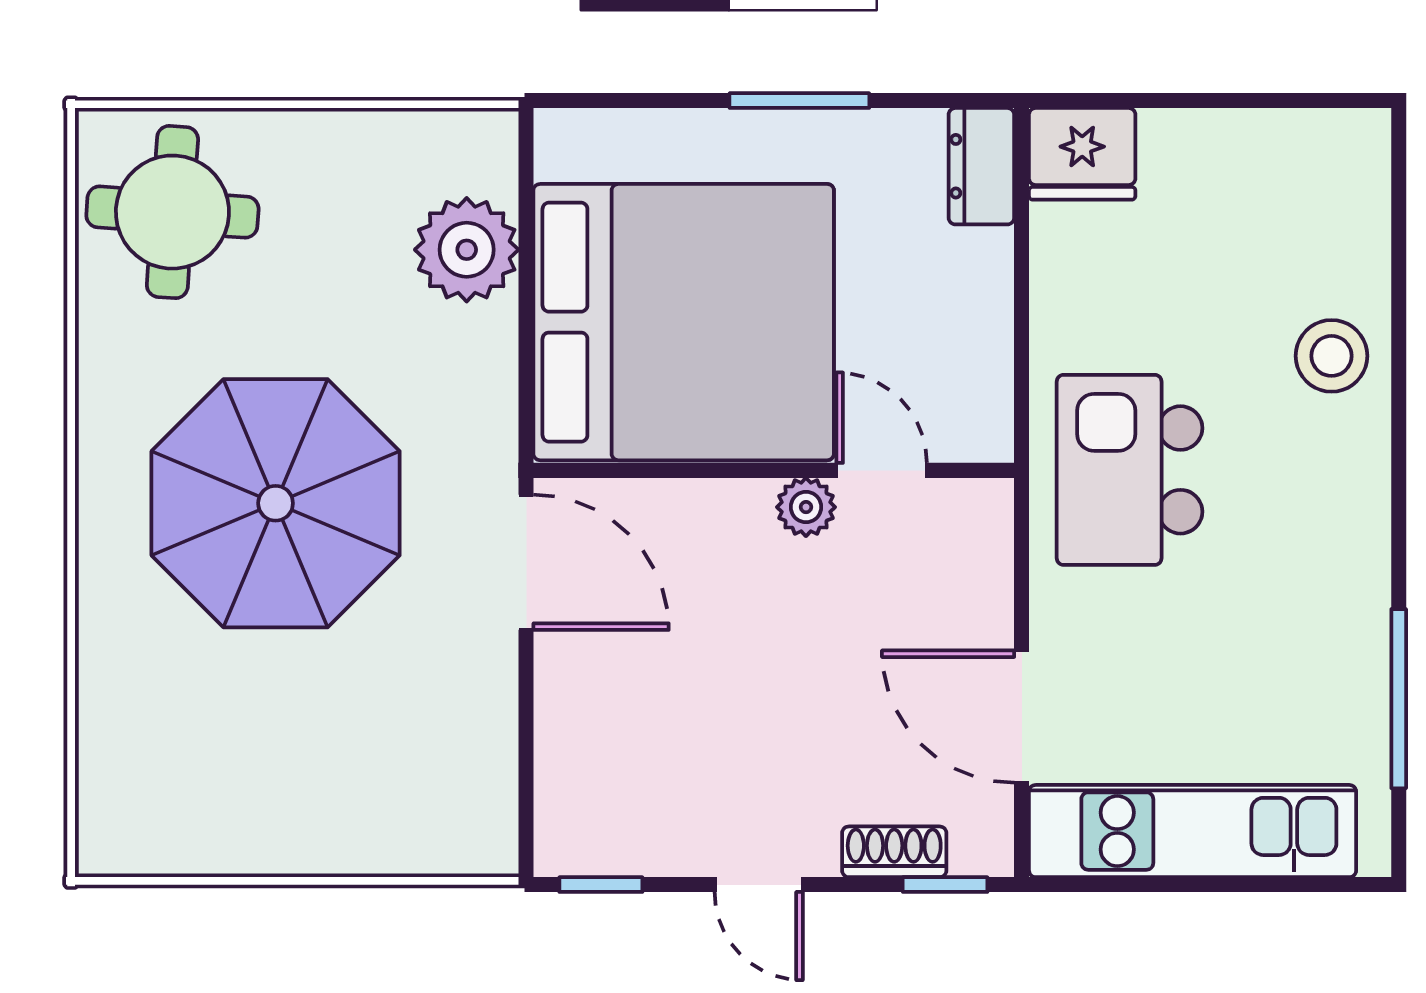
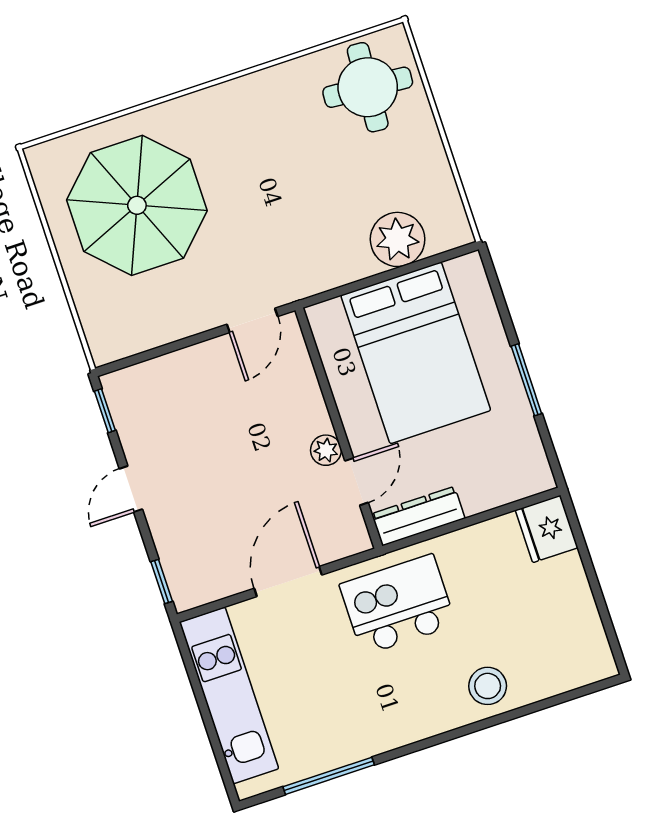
dresser: (981, 166) -> (418, 516), moved, width x1.44
bed: (684, 322) -> (416, 353), width x0.73
parasol: (276, 503) -> (137, 205), moved
door: (526, 562) -> (252, 320), width x0.73
door: (1022, 717) -> (288, 582), moved
shoe rack: (894, 852) -> (169, 551), removed

